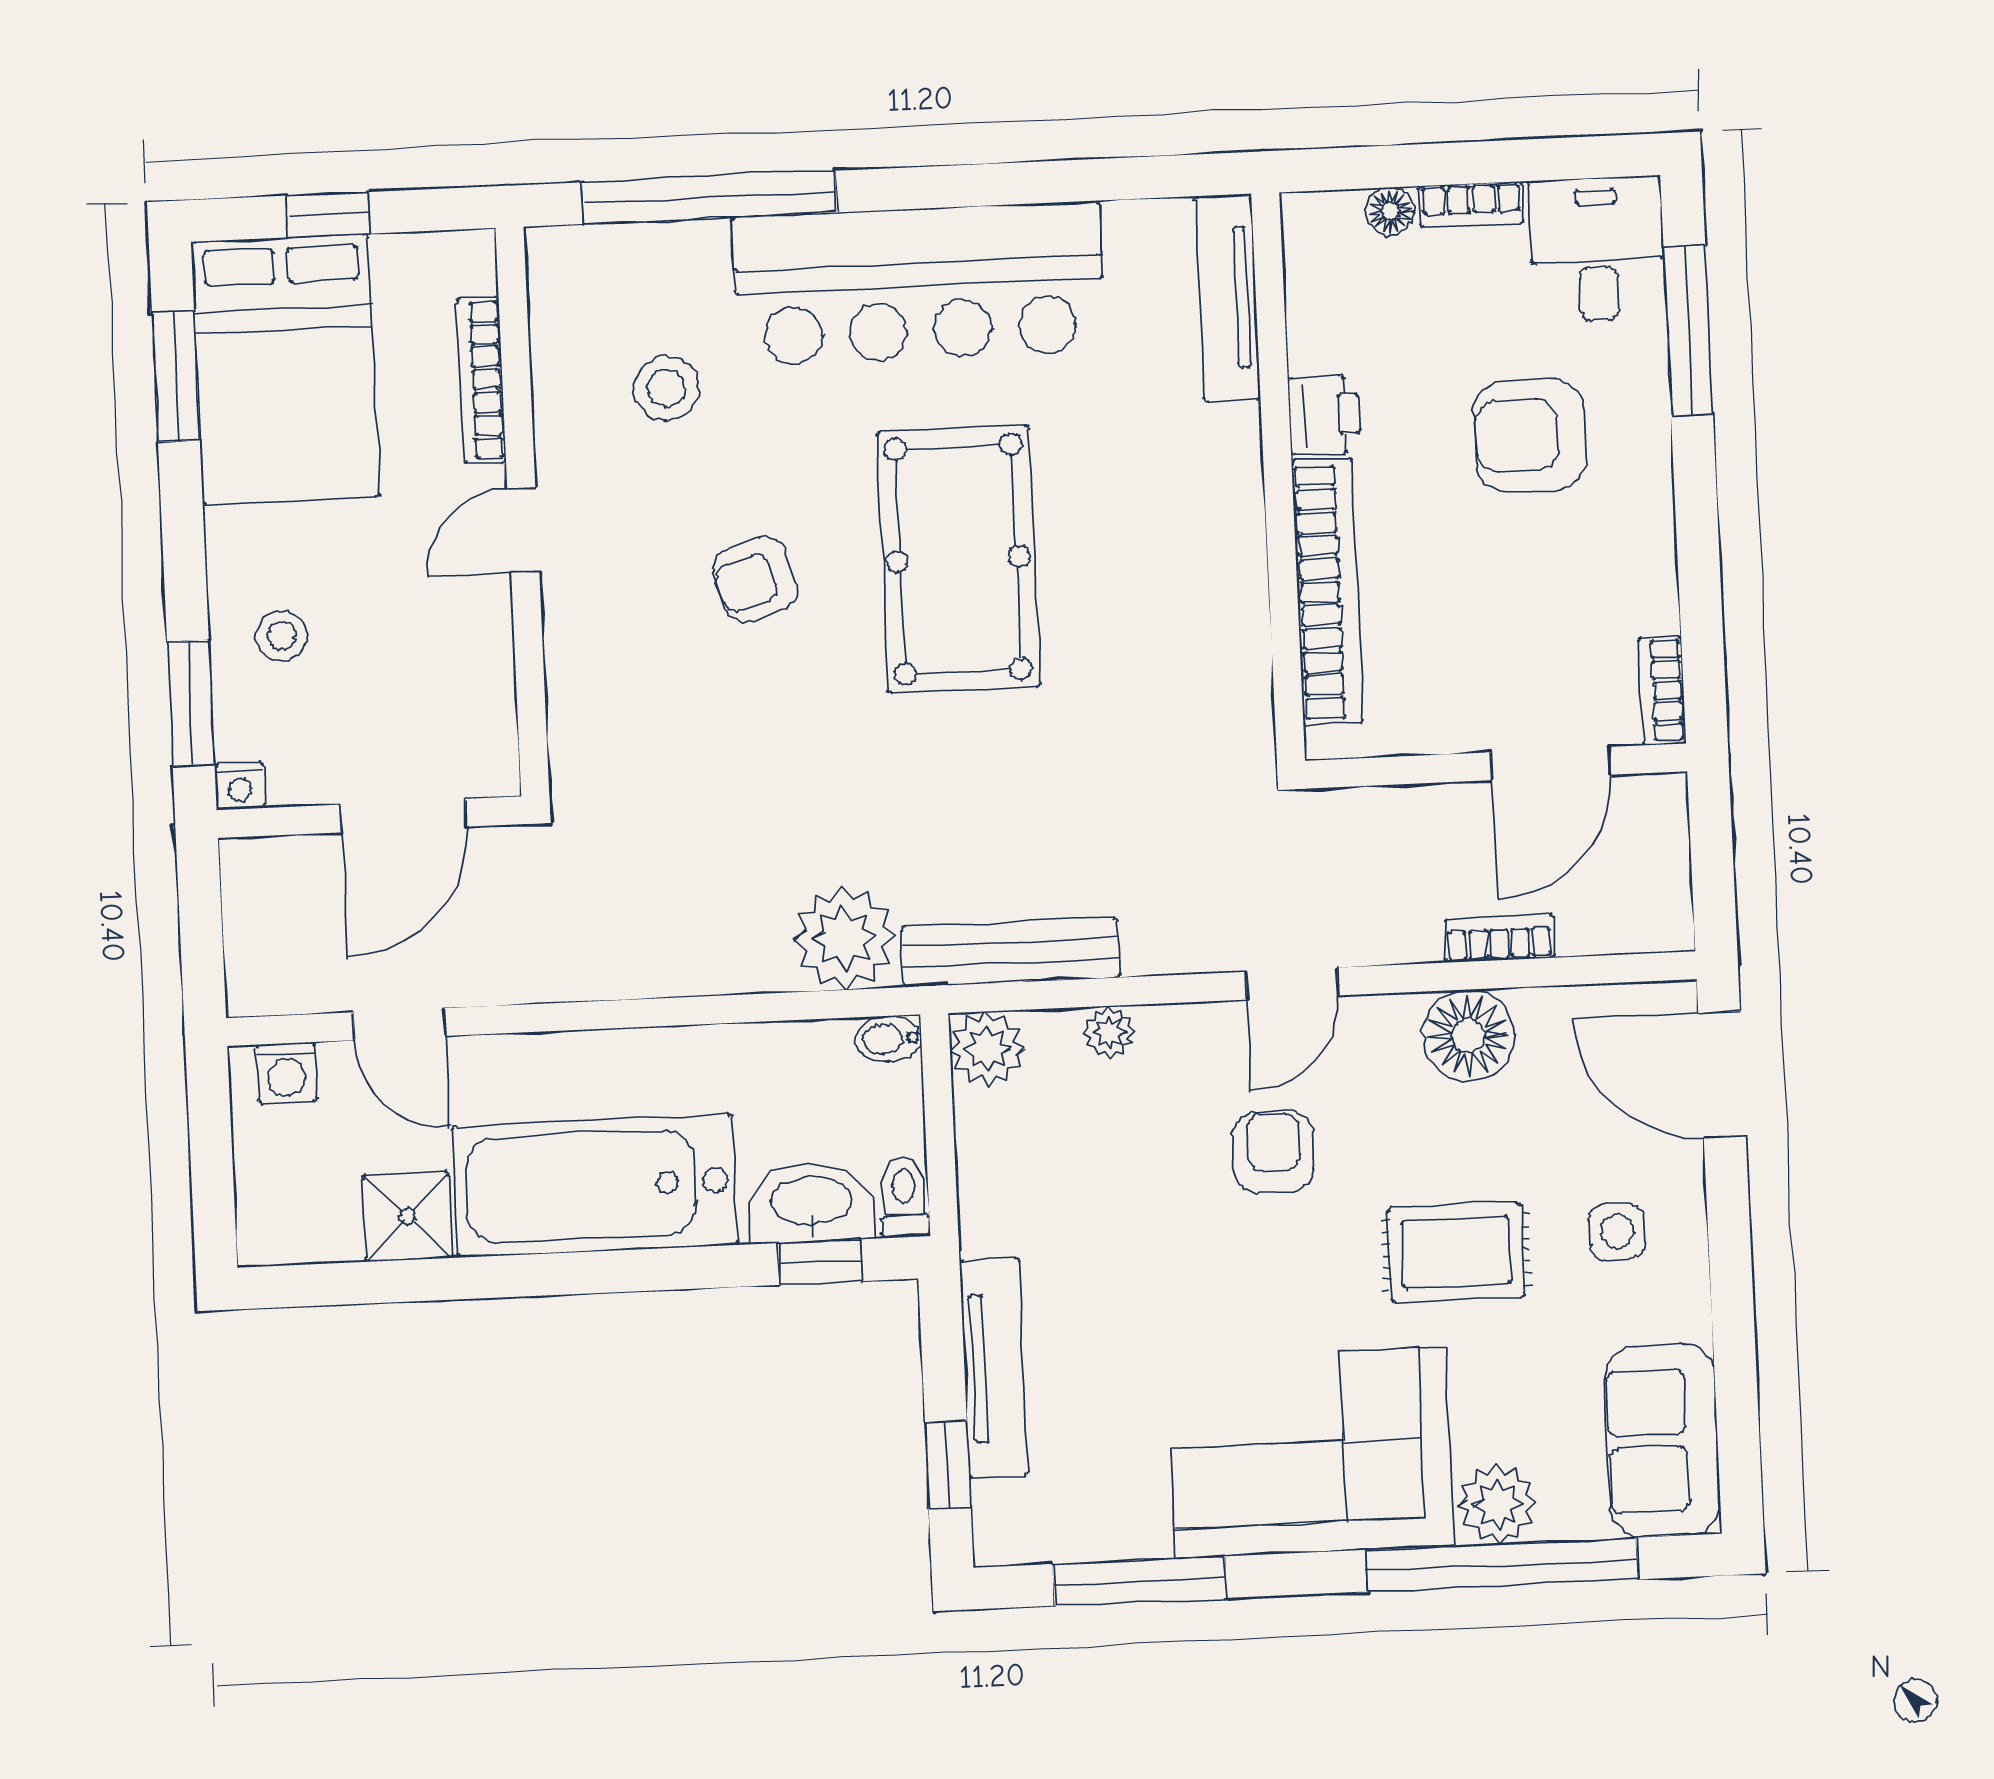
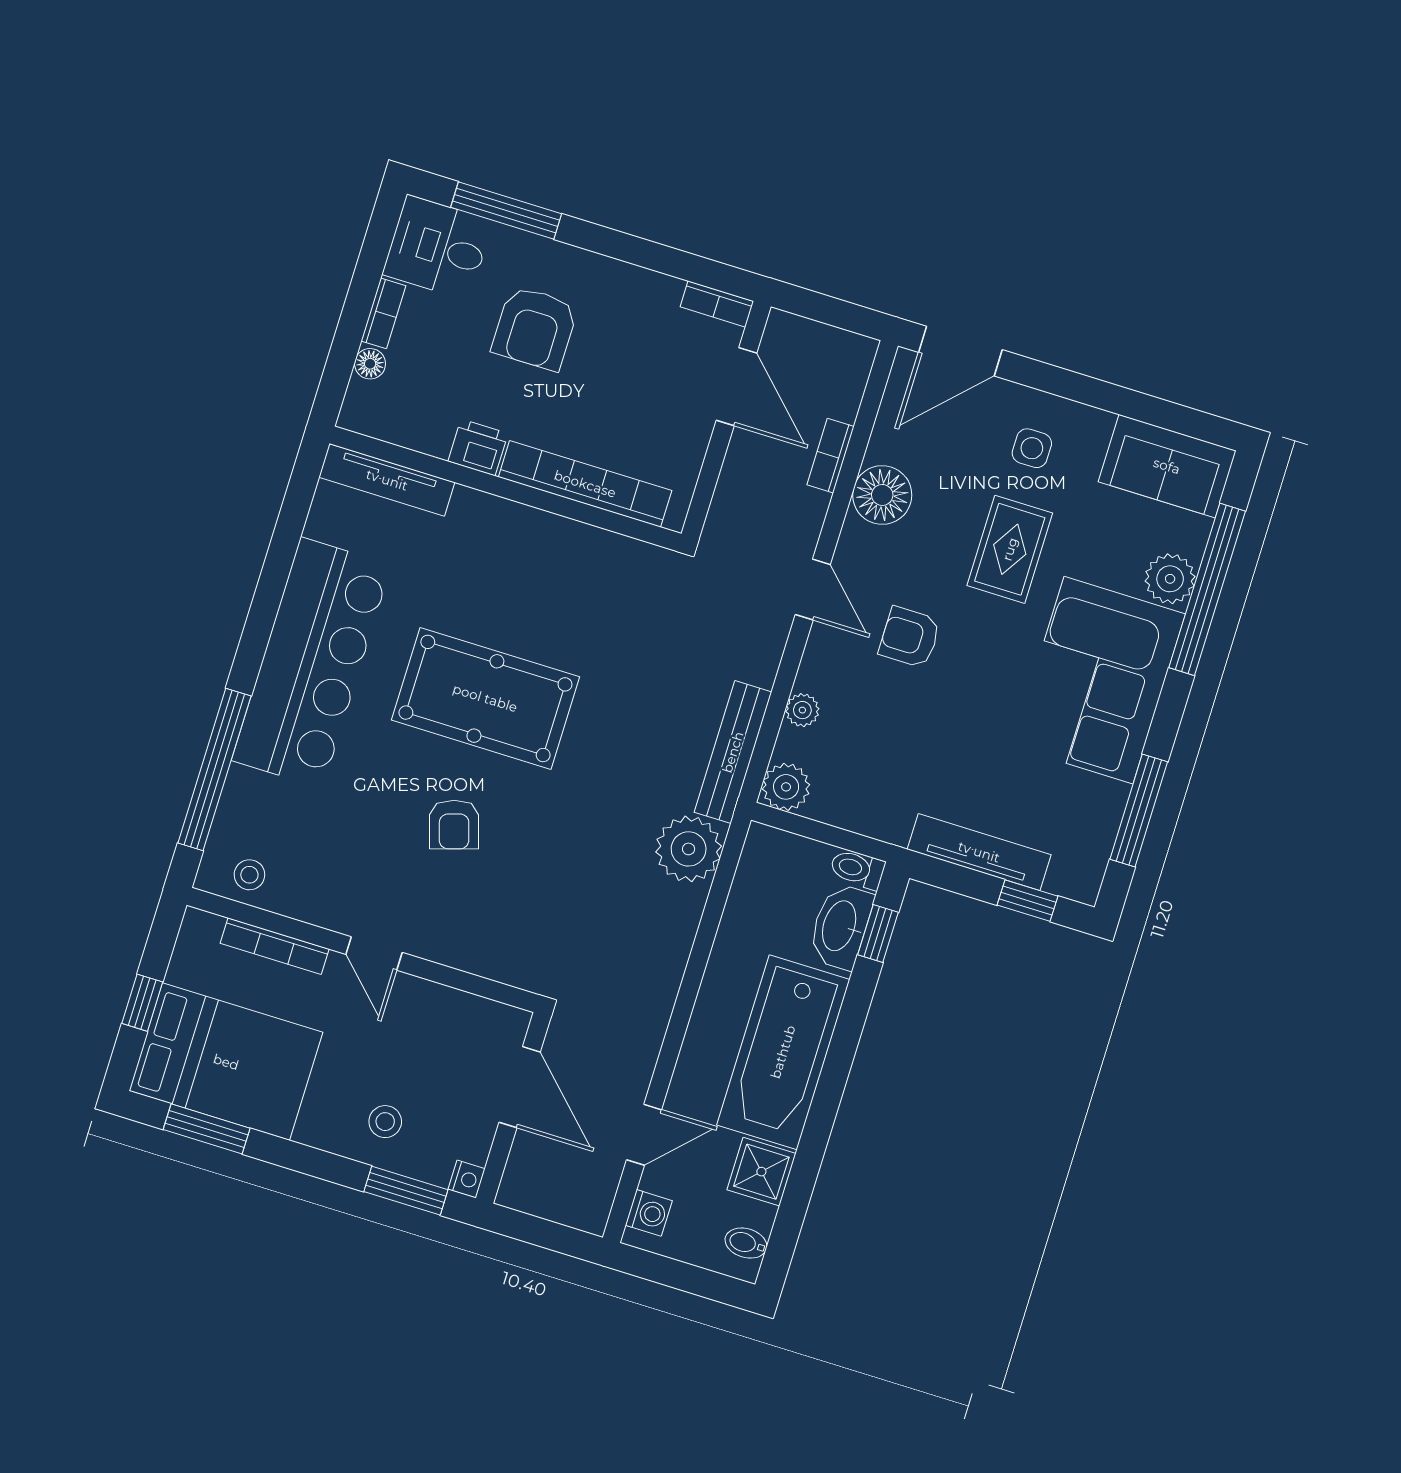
stool: (666, 388) -> (249, 875), moved, width x0.73, depth x0.73
bidet: (888, 1039) -> (746, 1243), moved, turned 90

